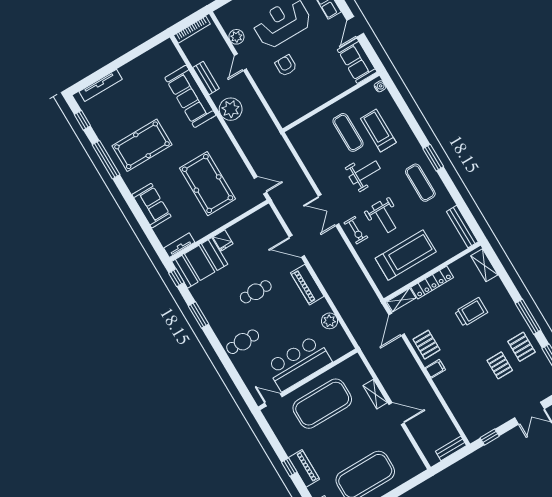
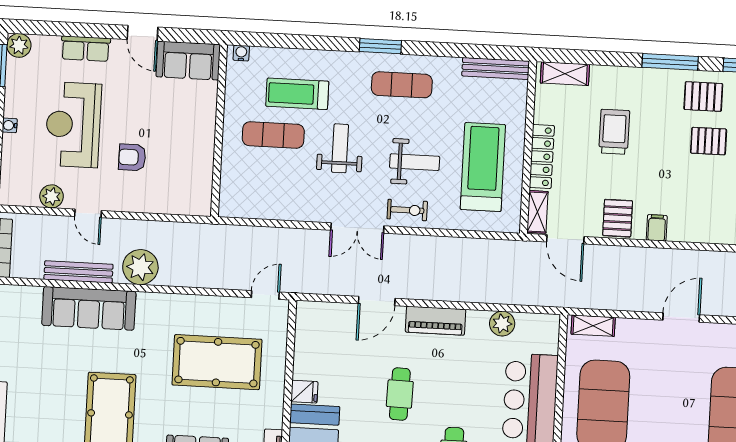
bench: (206, 78) -> (78, 272), width x1.36
pallet: (427, 345) -> (618, 218), turned 90
shelving: (375, 394) -> (593, 326), moved

